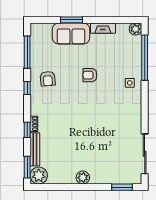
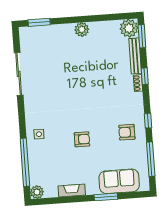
sofa: (71, 33) -> (119, 181), moved
armchair: (48, 79) -> (127, 132), turned -85
sliding door: (145, 154) -> (19, 74), moved

